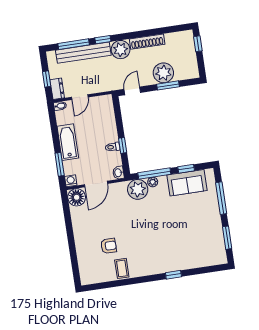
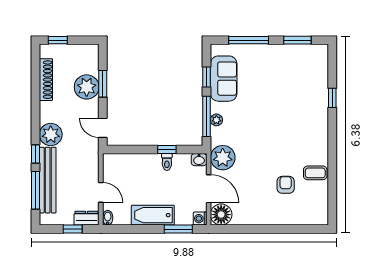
shoe rack: (147, 42) -> (46, 80), moved
plant: (138, 189) -> (223, 158), moved
window: (173, 275) -> (332, 98), moved

